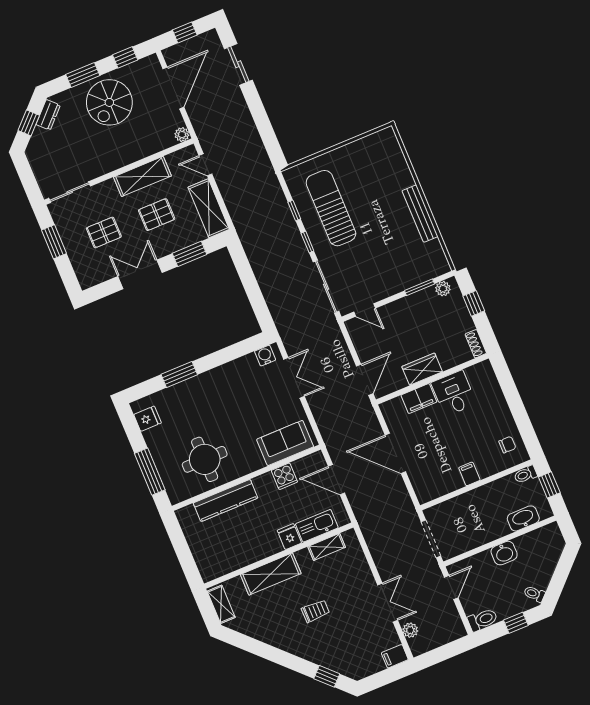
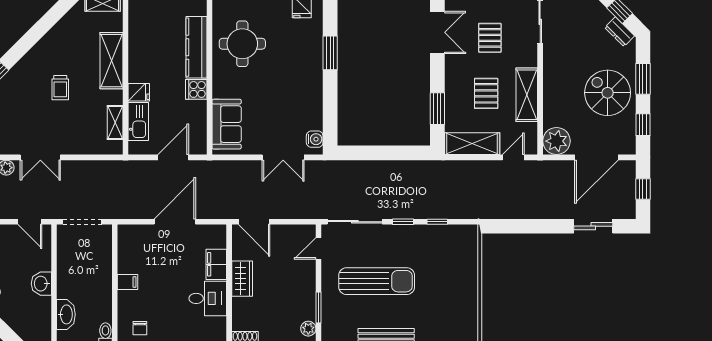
door: (173, 88) -> (596, 157), hinge flipped
plant: (182, 135) -> (556, 141), width x1.87, depth x1.87
sun lounger: (331, 208) -> (377, 281), moved
double door: (140, 274) -> (437, 32), moved
cooker: (284, 476) -> (196, 89), moved

